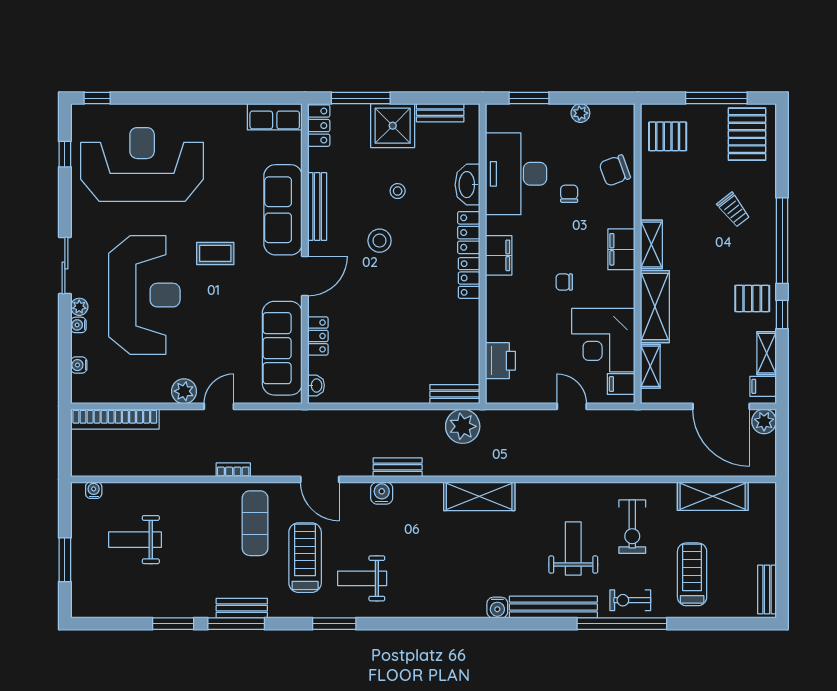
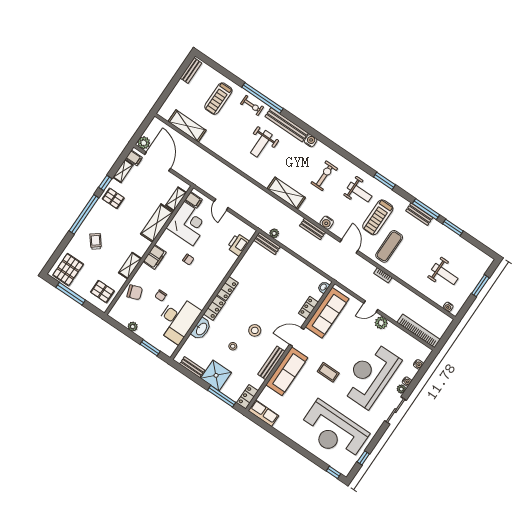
shelving: (651, 244) -> (130, 266), moved
filing cabinet: (499, 255) -> (208, 290), removed
plant: (463, 426) -> (274, 233), width x0.53, depth x0.53
exercise bike: (632, 527) -> (324, 176), moved

